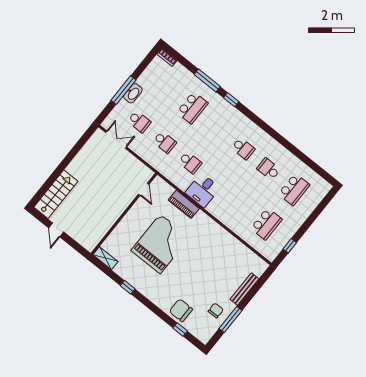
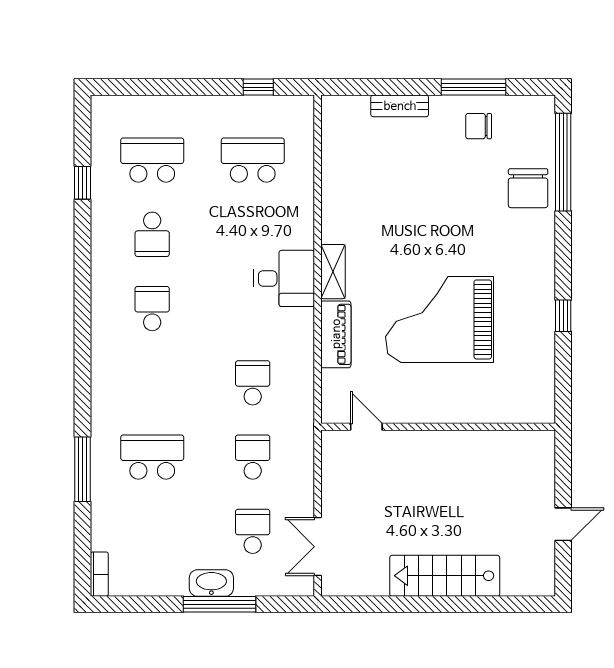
window: (231, 100) -> (83, 183), moved
door: (144, 189) -> (366, 427), hinge flipped
desk: (203, 190) -> (284, 278), moved
stairs: (56, 194) -> (445, 576), moved
shelving: (105, 258) -> (333, 272), moved
bench: (244, 289) -> (400, 106), width x0.73
window: (180, 330) -> (563, 162), width x3.17

